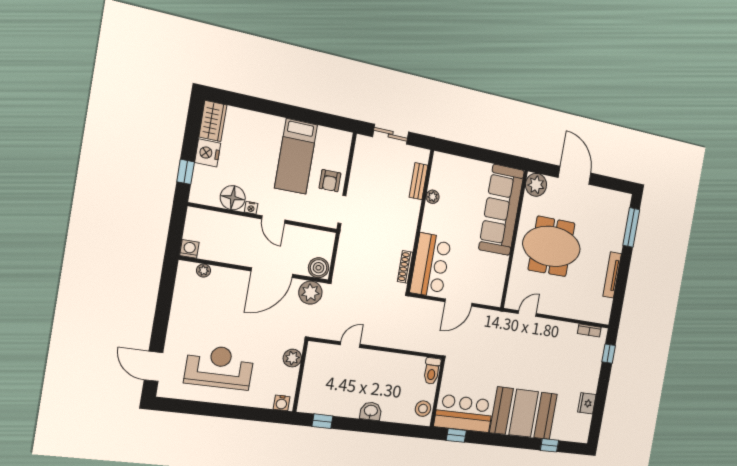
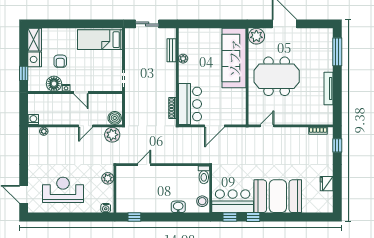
bed: (296, 156) -> (100, 40), moved, turned 90
armchair: (330, 181) -> (60, 61), moved
door: (272, 273) -> (86, 126), width x0.53
washbasin: (371, 411) -> (178, 207), moved
window: (549, 445) -> (253, 217), moved

